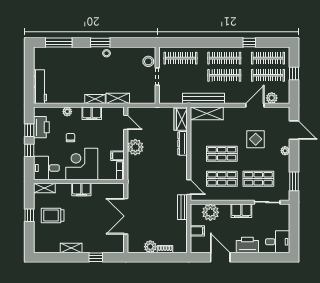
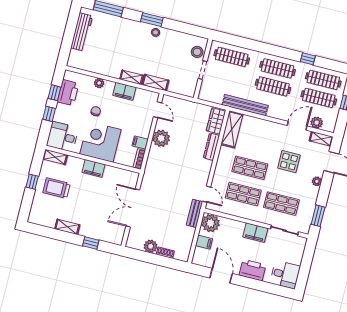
workbench: (40, 87) -> (82, 32), moved
shelving: (279, 111) -> (321, 139), added
shelving: (207, 113) -> (232, 129), moved, turned 90
plant: (210, 212) -> (210, 223), moved

